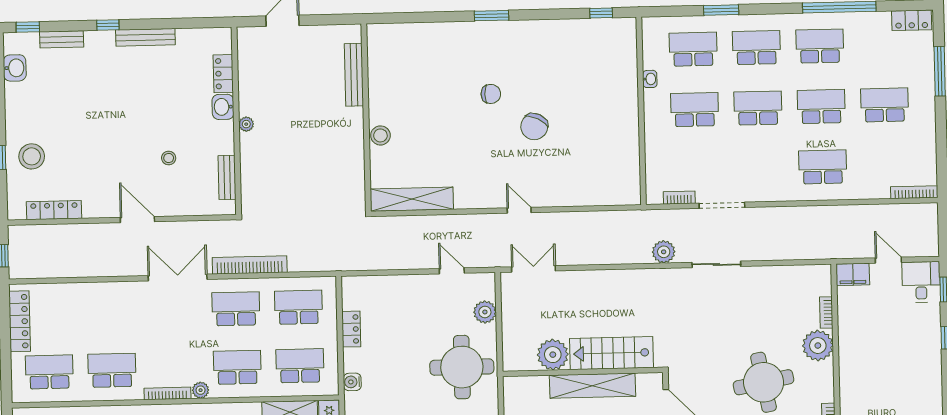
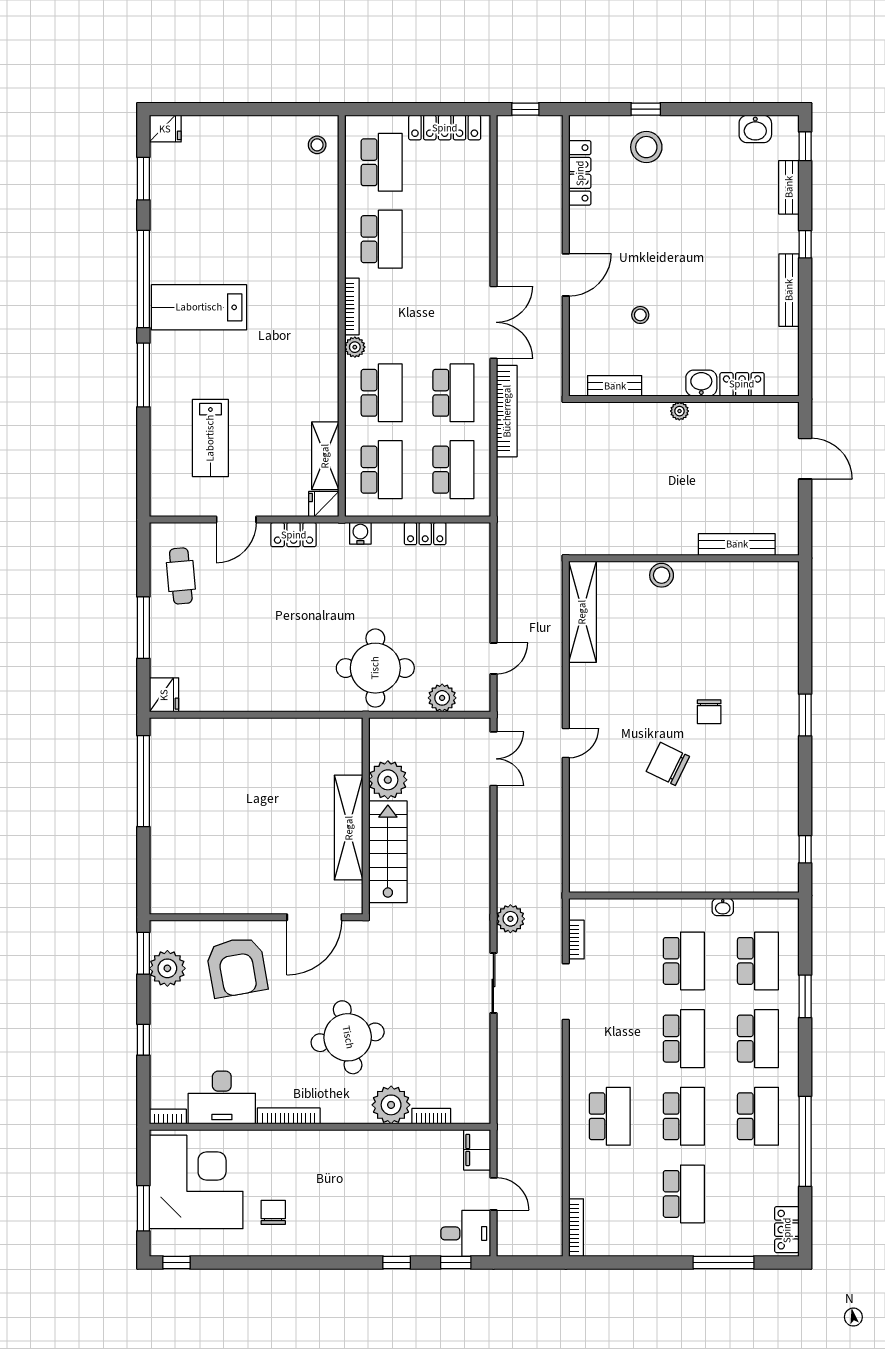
door: (888, 260) -> (493, 1194), hinge flipped

